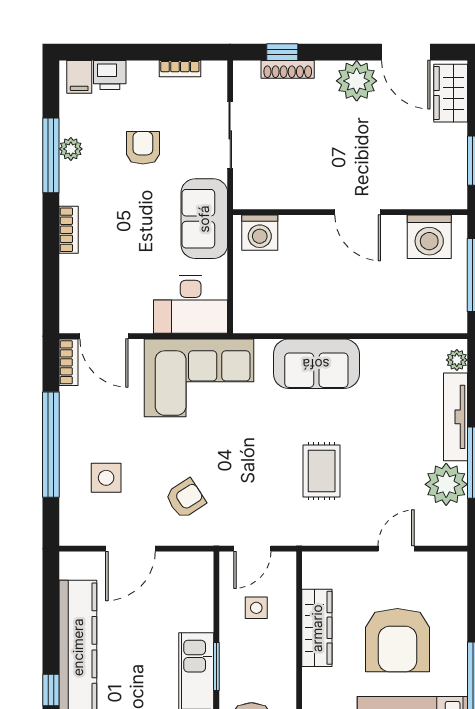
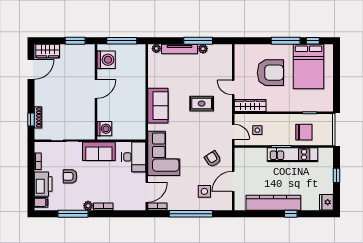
printer: (110, 75) -> (43, 184), width x1.87, depth x1.48
plant: (357, 81) -> (43, 89), removed
plant: (71, 149) -> (88, 206), moved
plant: (446, 484) -> (203, 49), width x0.53, depth x0.53
door: (130, 549) -> (233, 181), swing flipped
door: (396, 549) -> (233, 88), moved
wardrobe: (317, 628) -> (250, 105), moved

